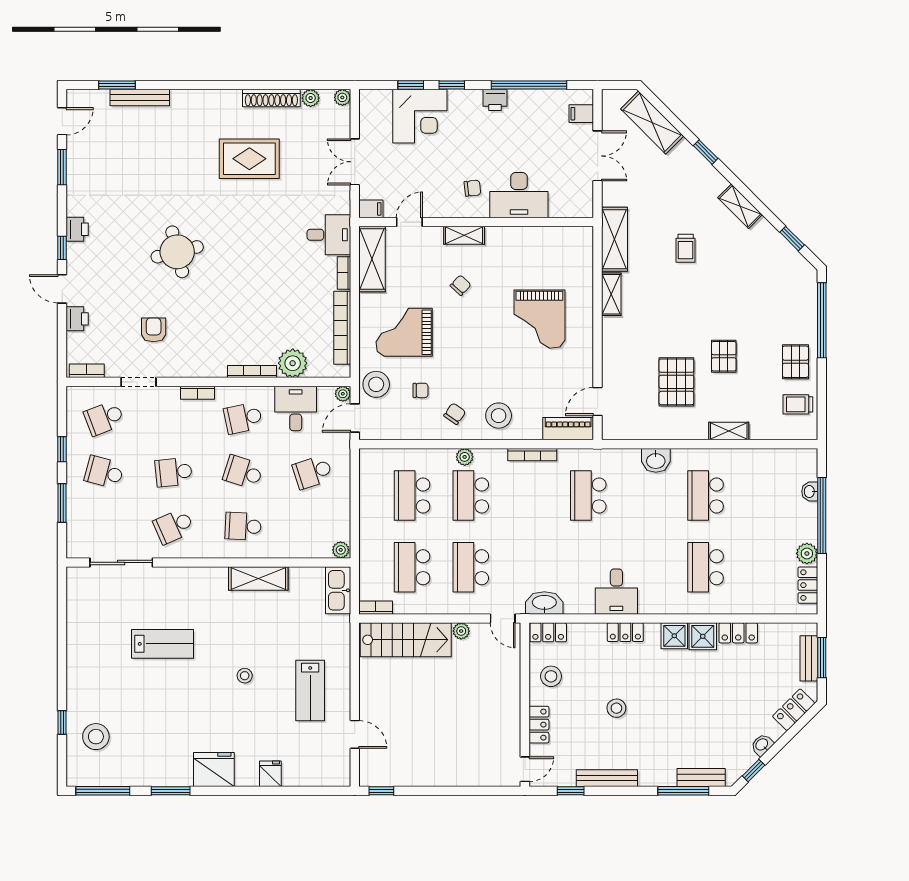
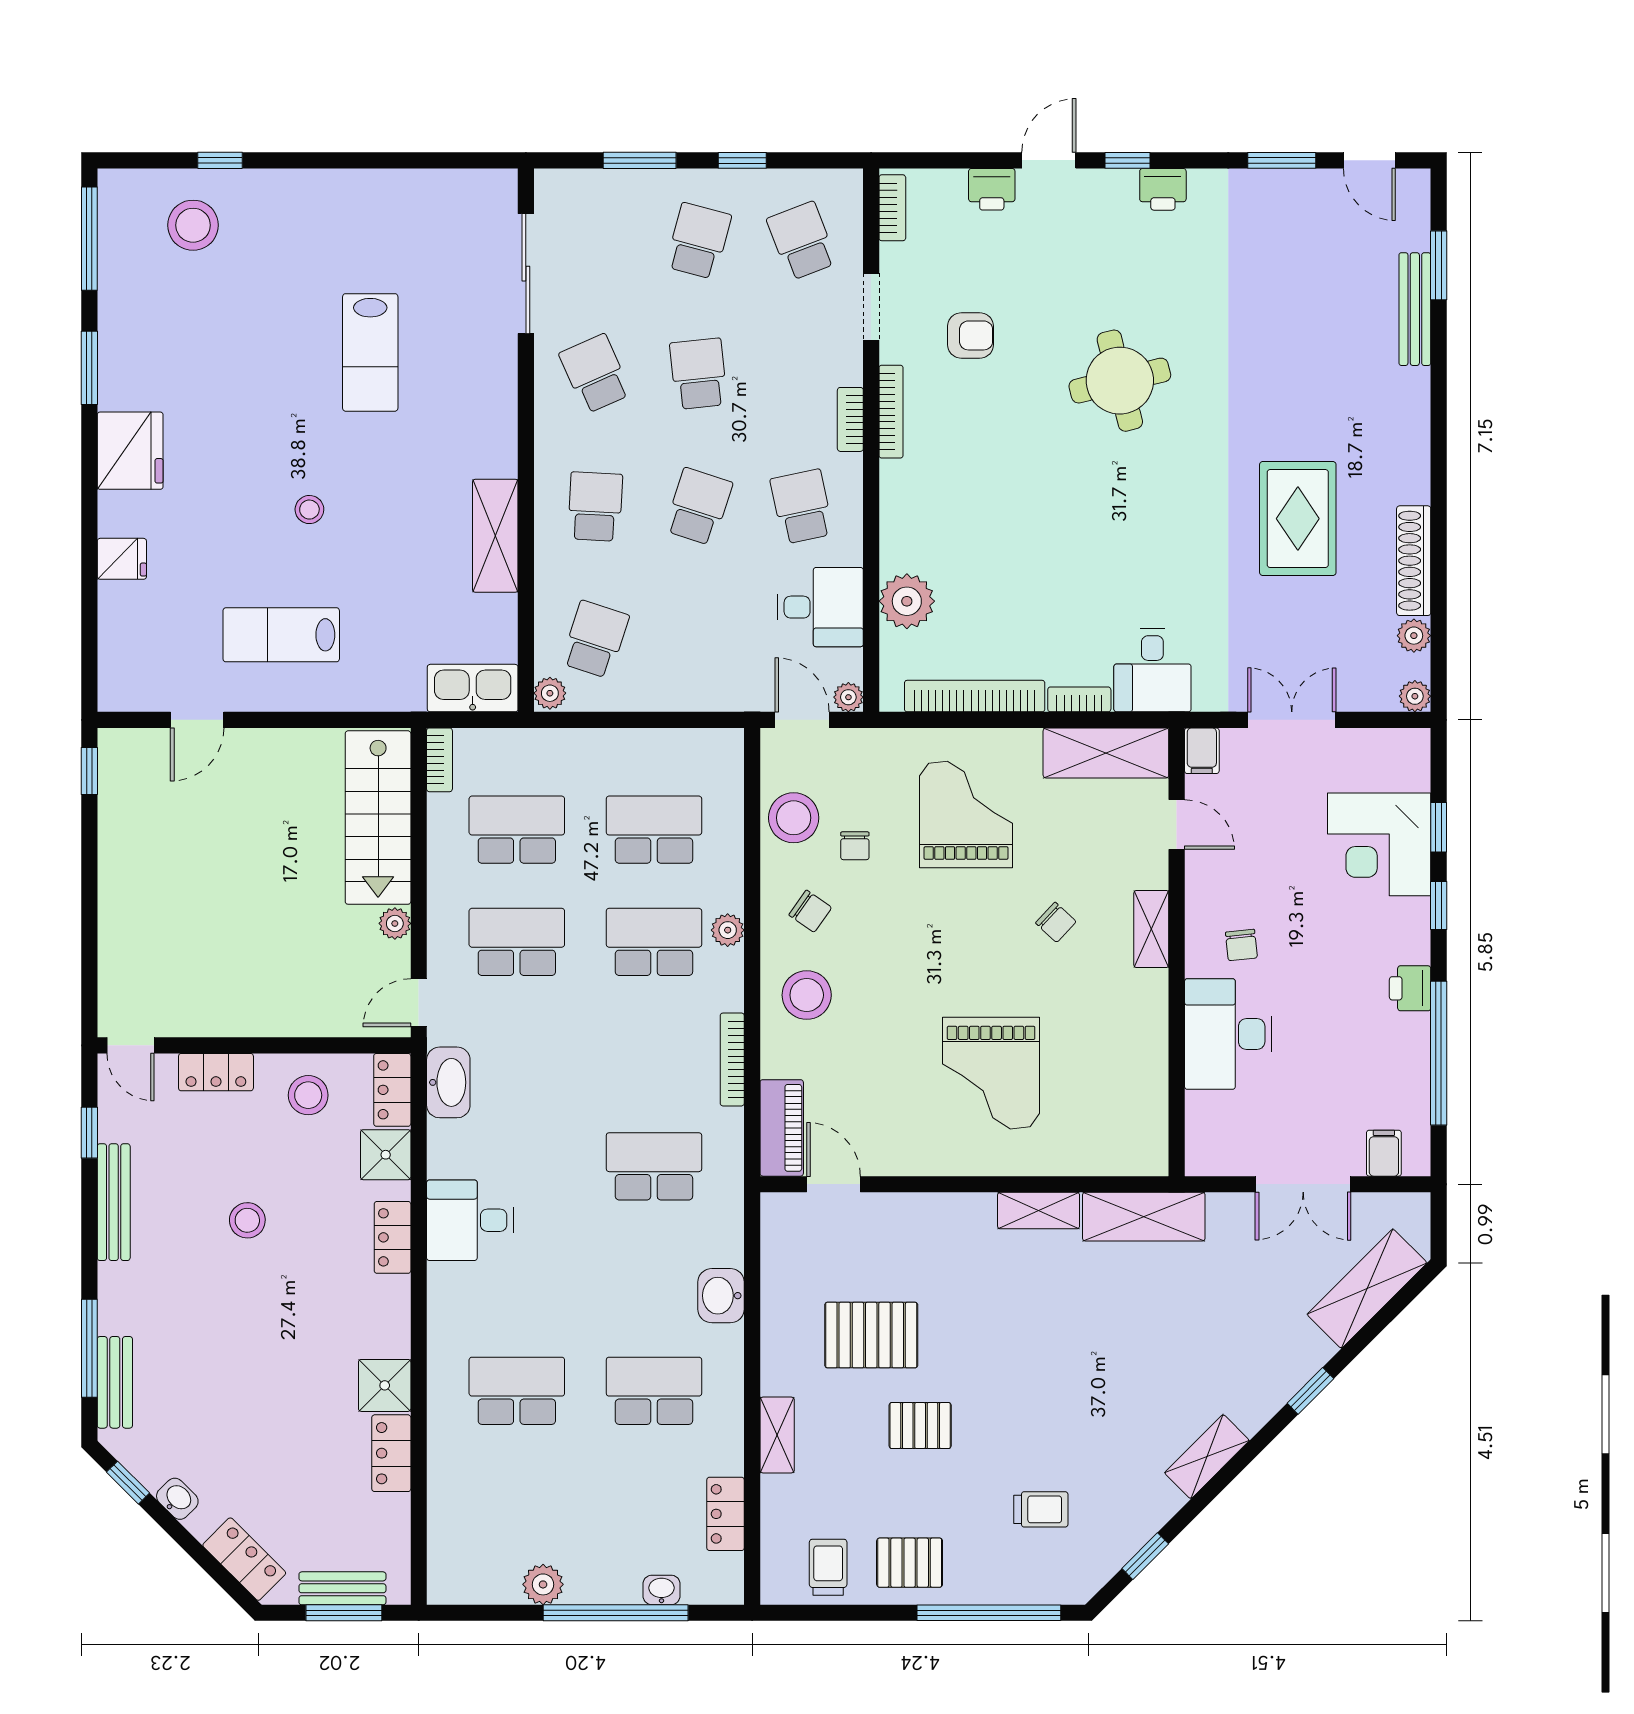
trolley: (686, 248) -> (1041, 1509), moved, turned 180
grand piano: (539, 319) -> (991, 1073), turned -90
bookcase: (252, 371) -> (891, 412), moved
stool: (376, 384) -> (794, 818), moved
school desk: (313, 472) -> (595, 639), moved, turned 36
locker: (808, 585) -> (726, 1514), moved, turned -90
shower: (674, 636) -> (386, 1155), moved

